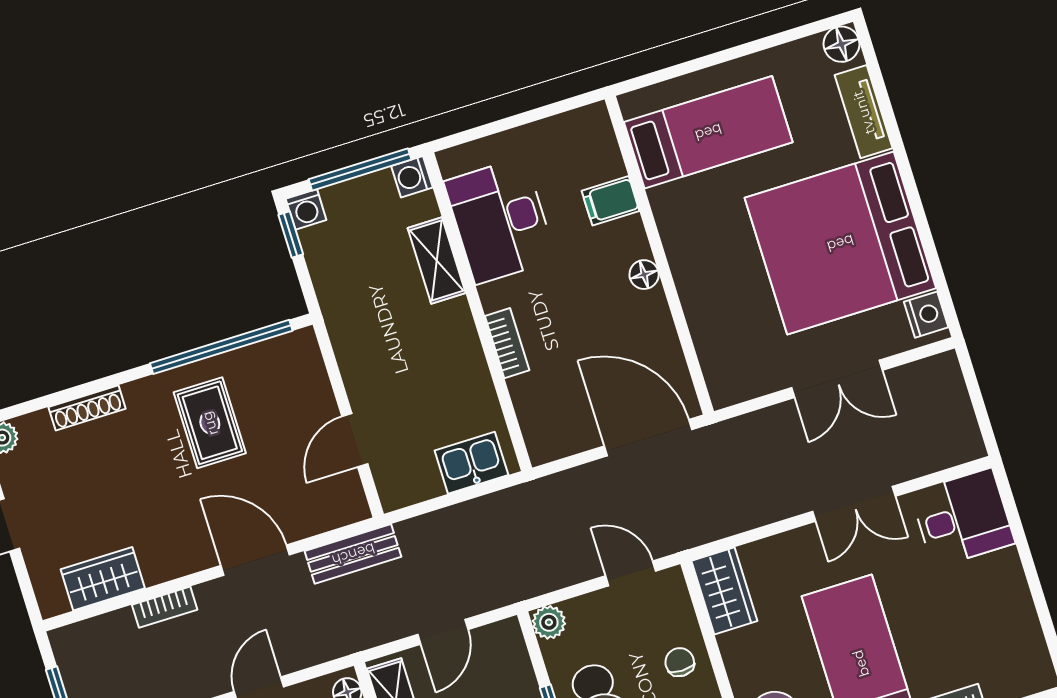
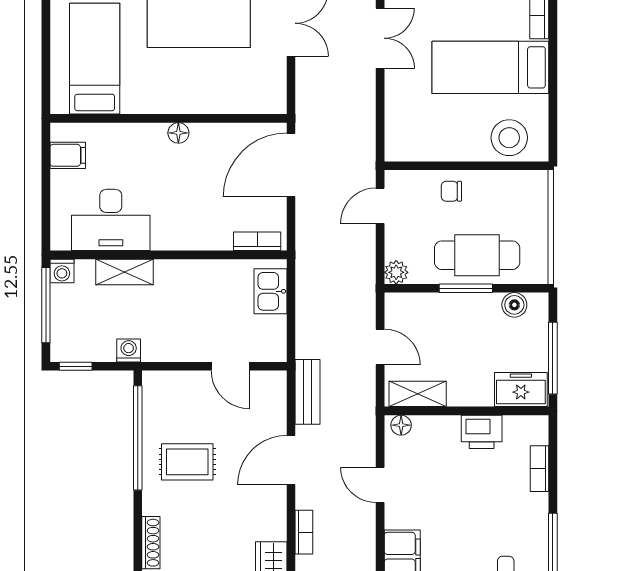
filing cabinet: (611, 201) -> (68, 155), moved, turned -90
washing machine: (306, 209) -> (129, 350), moved, turned -90
bookcase: (507, 343) -> (257, 241), moved
wardrobe: (724, 591) -> (412, 145), removed

